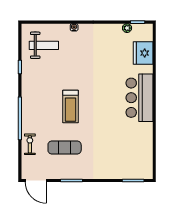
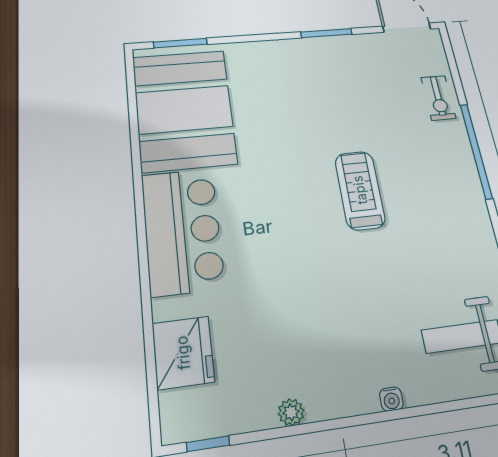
plant: (127, 28) -> (291, 412), moved
exercise mat: (65, 148) -> (356, 98), removed
booth: (134, 149) -> (184, 110), added

